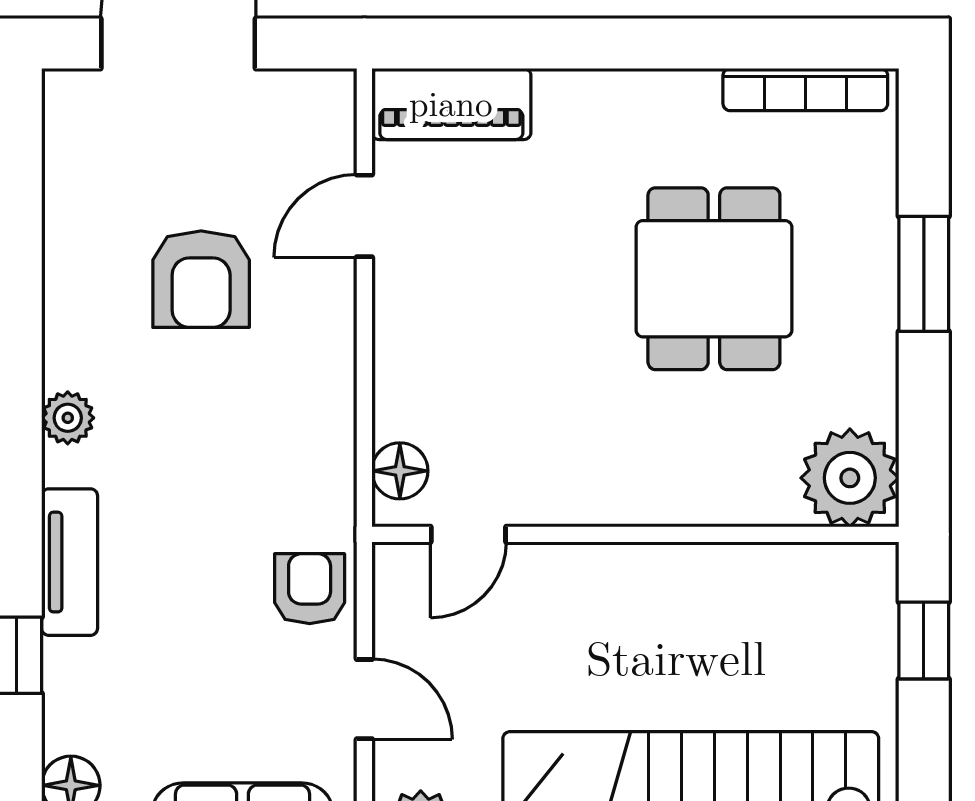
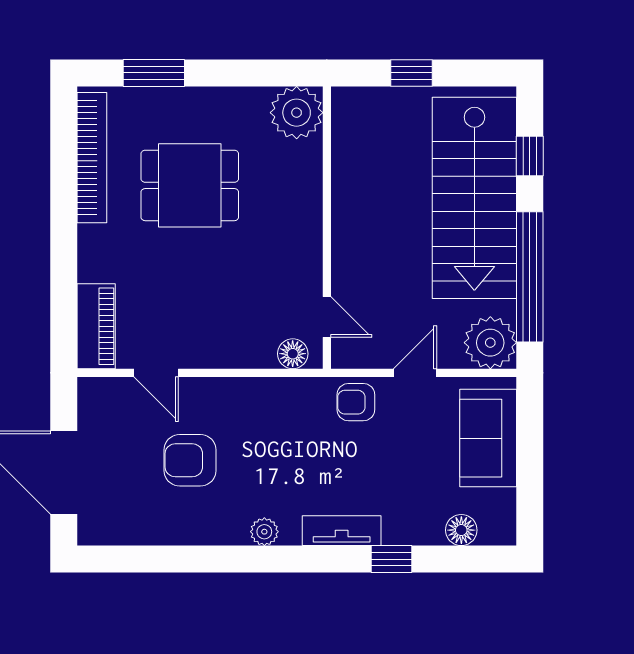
bookcase: (805, 90) -> (92, 158), width x1.48, depth x1.31
window: (924, 274) -> (154, 73), moved
armchair: (201, 279) -> (190, 460), turned 180
window: (924, 640) -> (411, 73), moved

